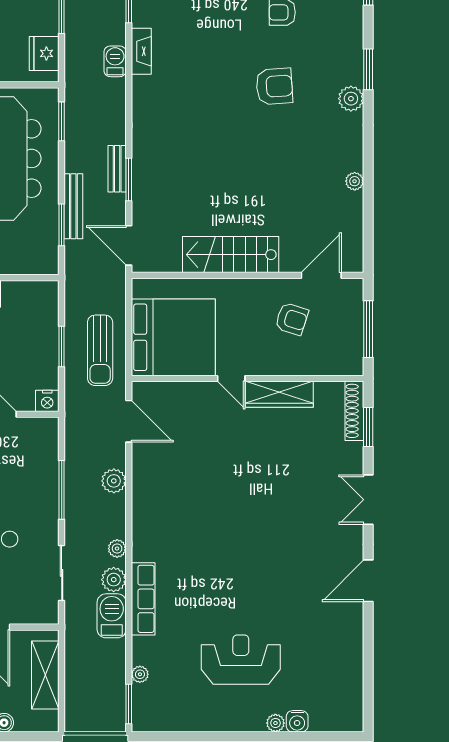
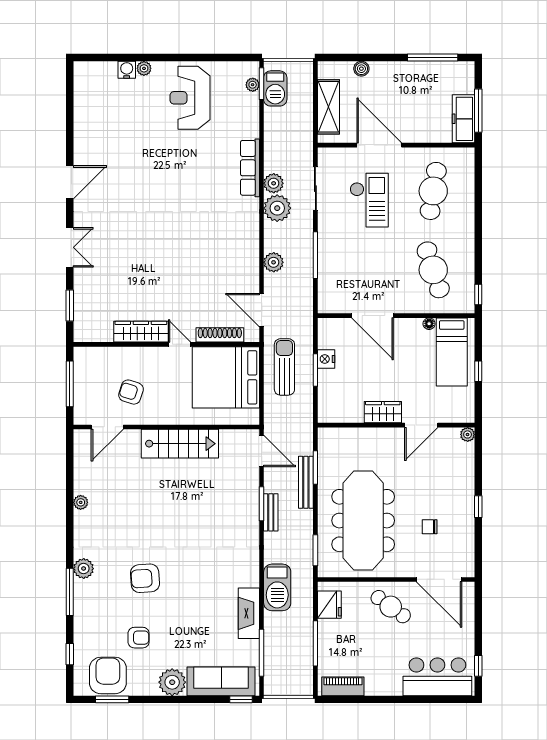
fireplace: (141, 51) -> (249, 613), width x1.37, depth x1.32
barbecue: (115, 61) -> (277, 587), width x1.88, depth x1.53
window: (368, 69) -> (70, 592), width x1.44
nightstand: (47, 401) -> (326, 359), moved, turned -90
shoe rack: (354, 411) -> (220, 335), moved, turned -90
plant: (117, 549) -> (277, 208), width x1.88, depth x1.88
barbecue: (112, 616) -> (275, 88), moved
reception desk: (241, 660) -> (190, 98), moved, turned 90
plant: (140, 674) -> (253, 85), moved

